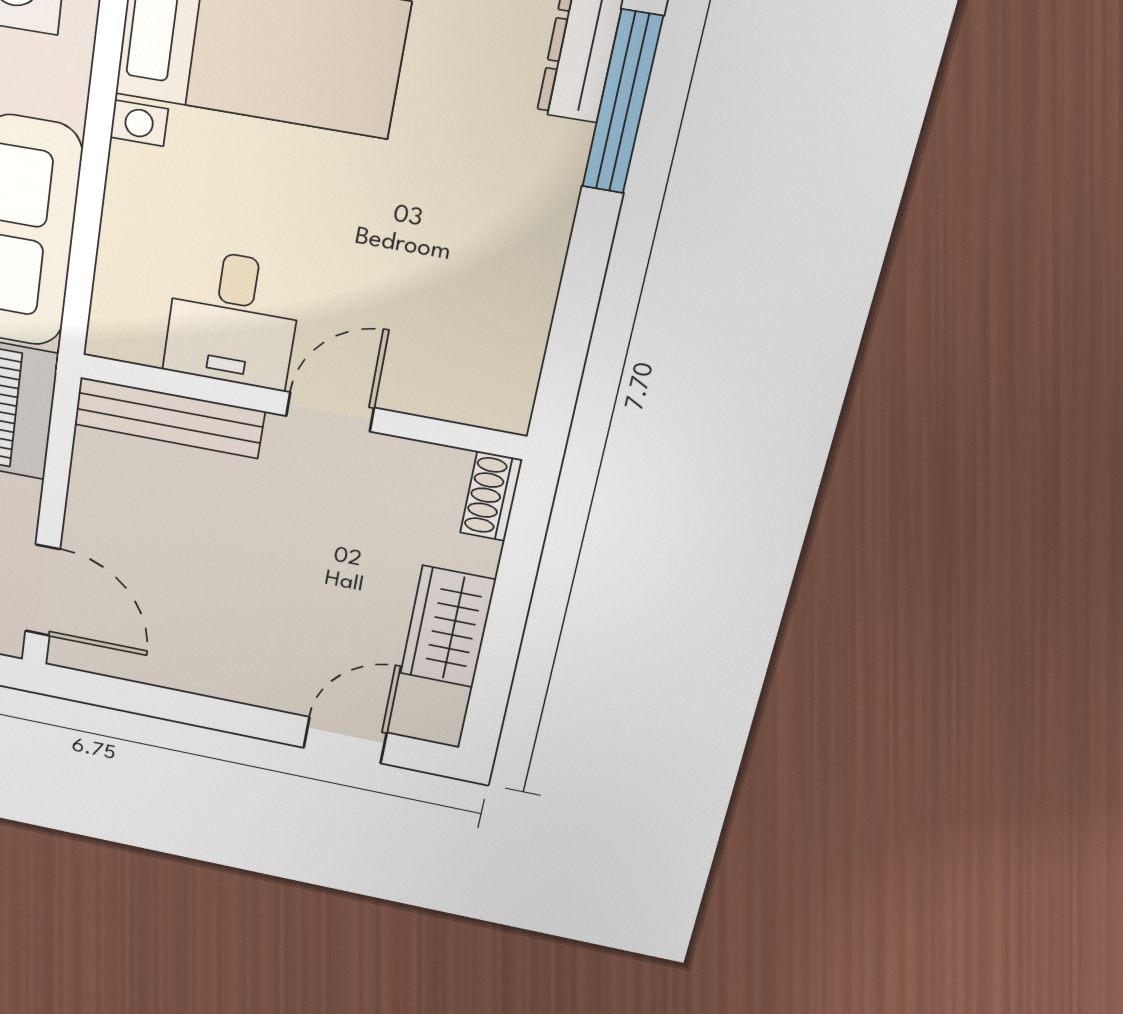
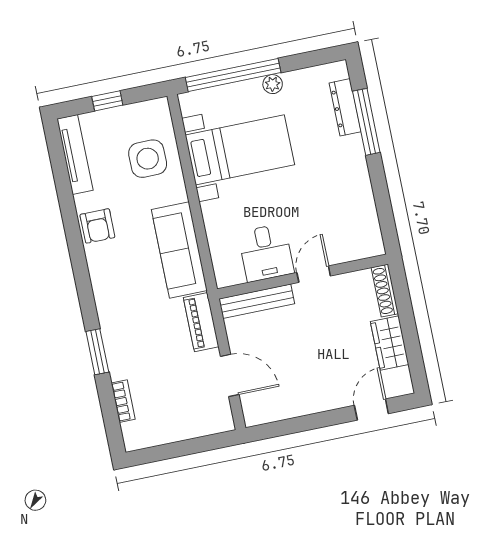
shoe rack: (491, 496) -> (385, 291), width x1.43
door: (43, 590) -> (230, 375), moved

